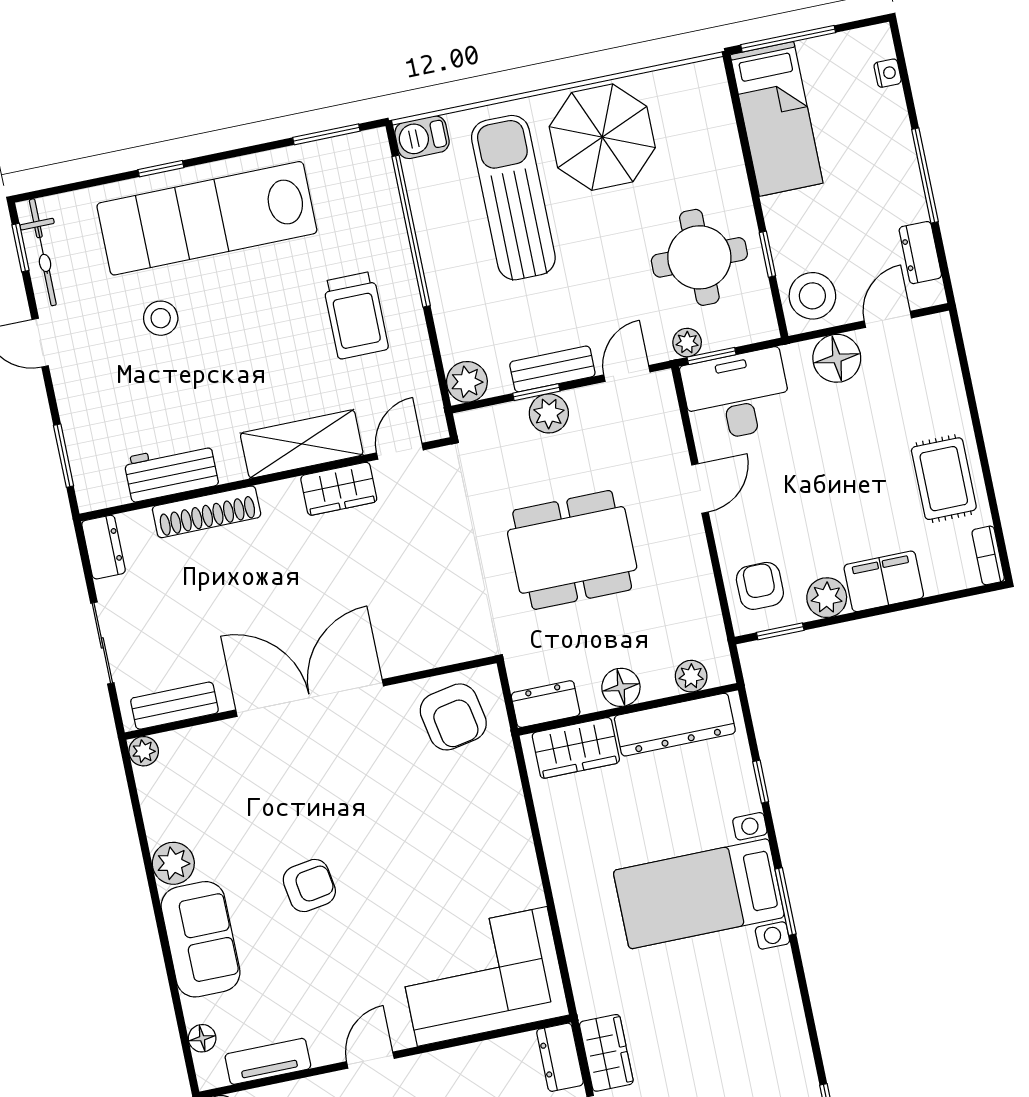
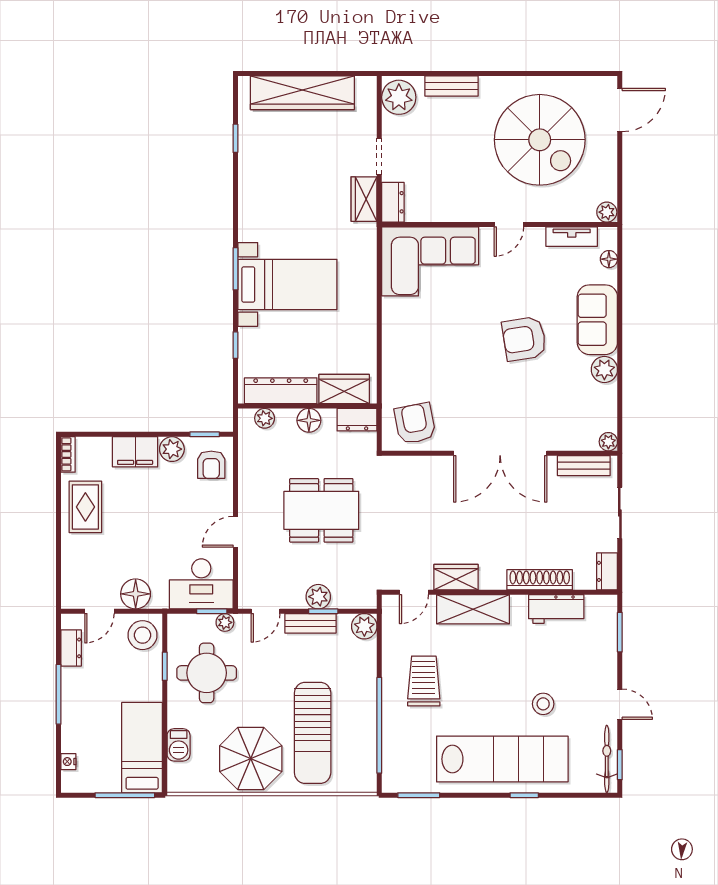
barbecue: (422, 137) -> (179, 745), moved, turned 90
armchair: (309, 886) -> (524, 339), width x1.38, depth x1.38

